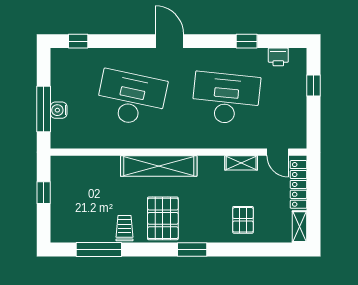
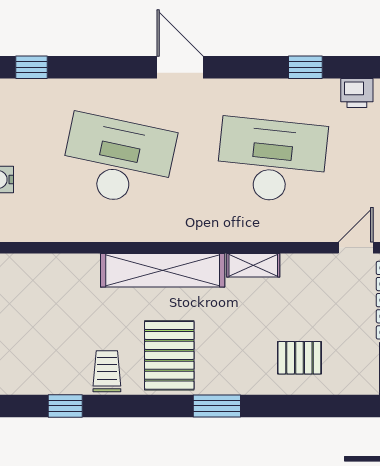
door: (278, 152) -> (356, 248), swing flipped
shelving: (241, 163) -> (253, 265), moved
pallet: (243, 220) -> (299, 358), turned 90
window: (99, 250) -> (65, 406), width x0.46

